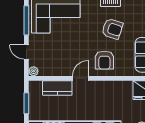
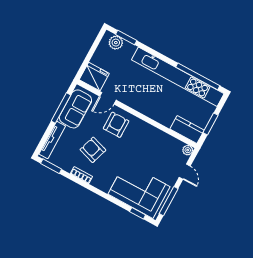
door: (80, 78) -> (108, 98), moved
kitchen counter: (57, 88) -> (187, 130), moved

